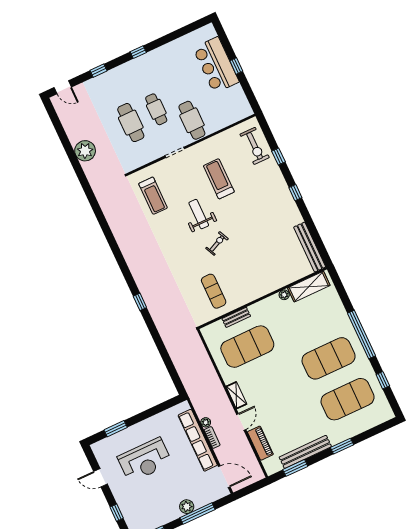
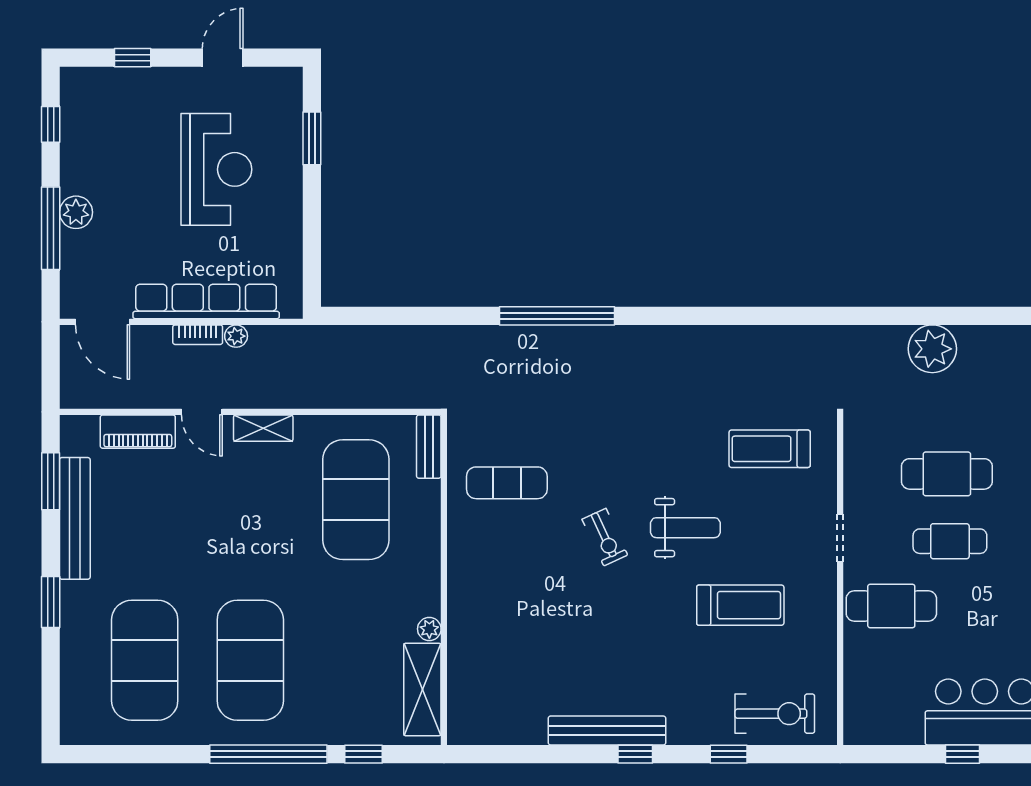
exercise bike: (255, 146) -> (775, 714), turned 180
bench: (310, 247) -> (607, 731), moved
window: (140, 302) -> (557, 316), width x3.17
bench: (236, 317) -> (429, 447), moved
window: (383, 380) -> (364, 754), moved
reception desk: (145, 460) -> (216, 169), turned 180
door: (224, 477) -> (103, 322), hinge flipped

